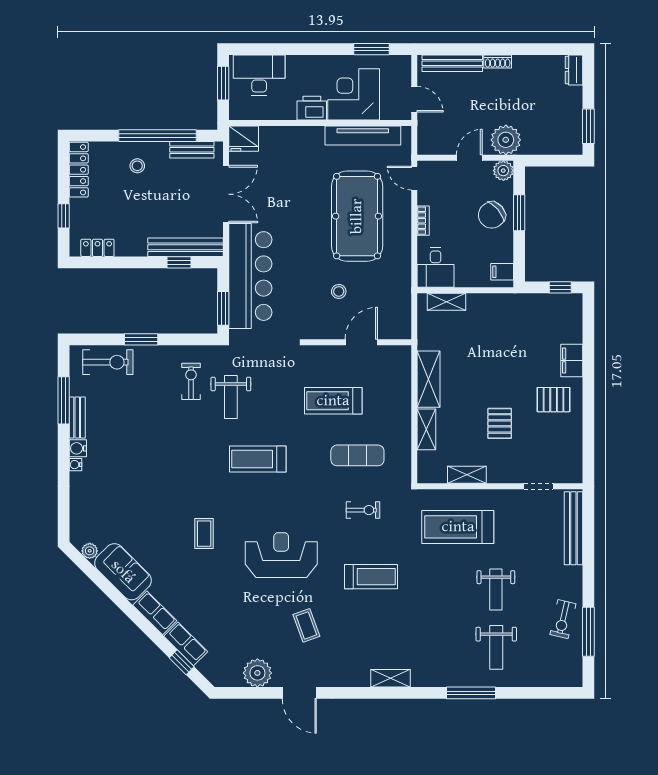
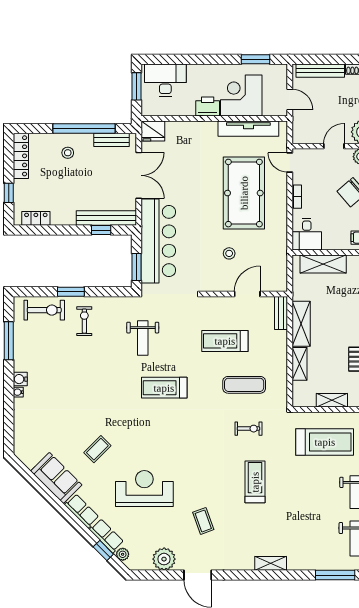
shelving: (446, 302) -> (323, 264), width x1.50, depth x1.33
exercise bike: (191, 381) -> (84, 321), moved
bench: (77, 418) -> (281, 313), moved
treadmill: (458, 527) -> (325, 442), turned 180
coffee table: (204, 534) -> (97, 449), moved, turned 45
plant: (90, 551) -> (123, 554), moved
reception desk: (281, 555) -> (144, 489), moved
treadmill: (371, 577) -> (255, 482), turned -90

